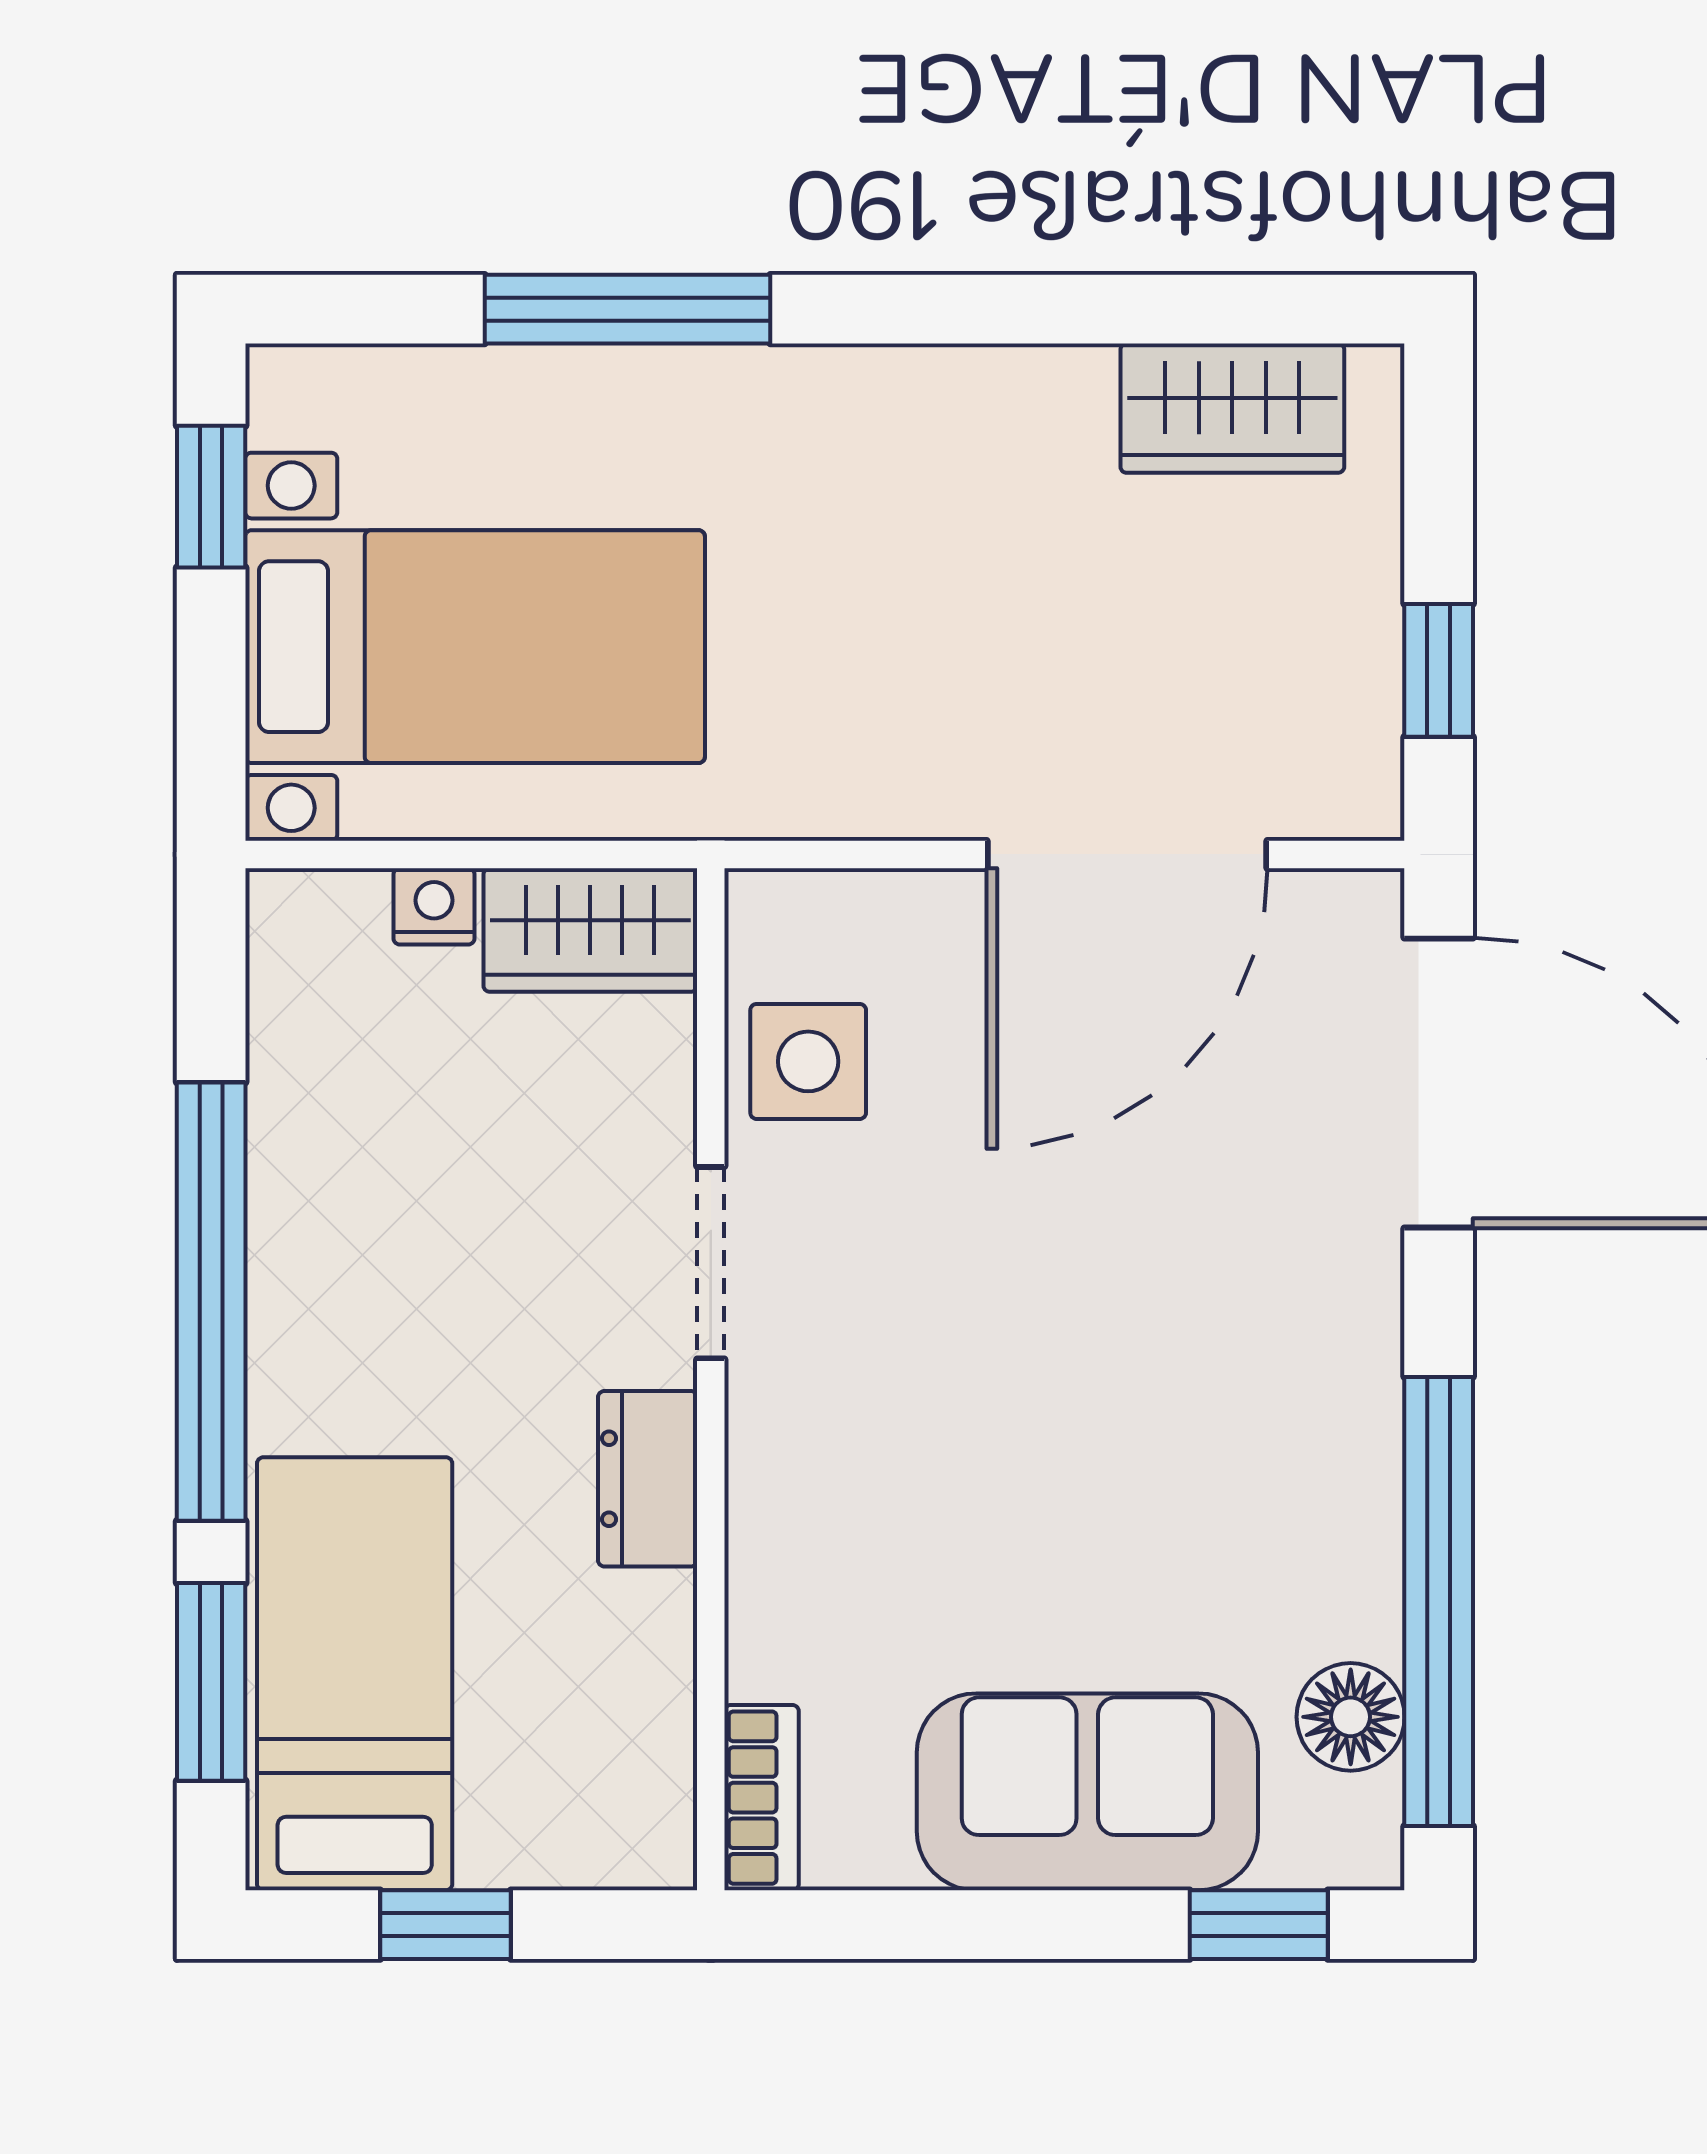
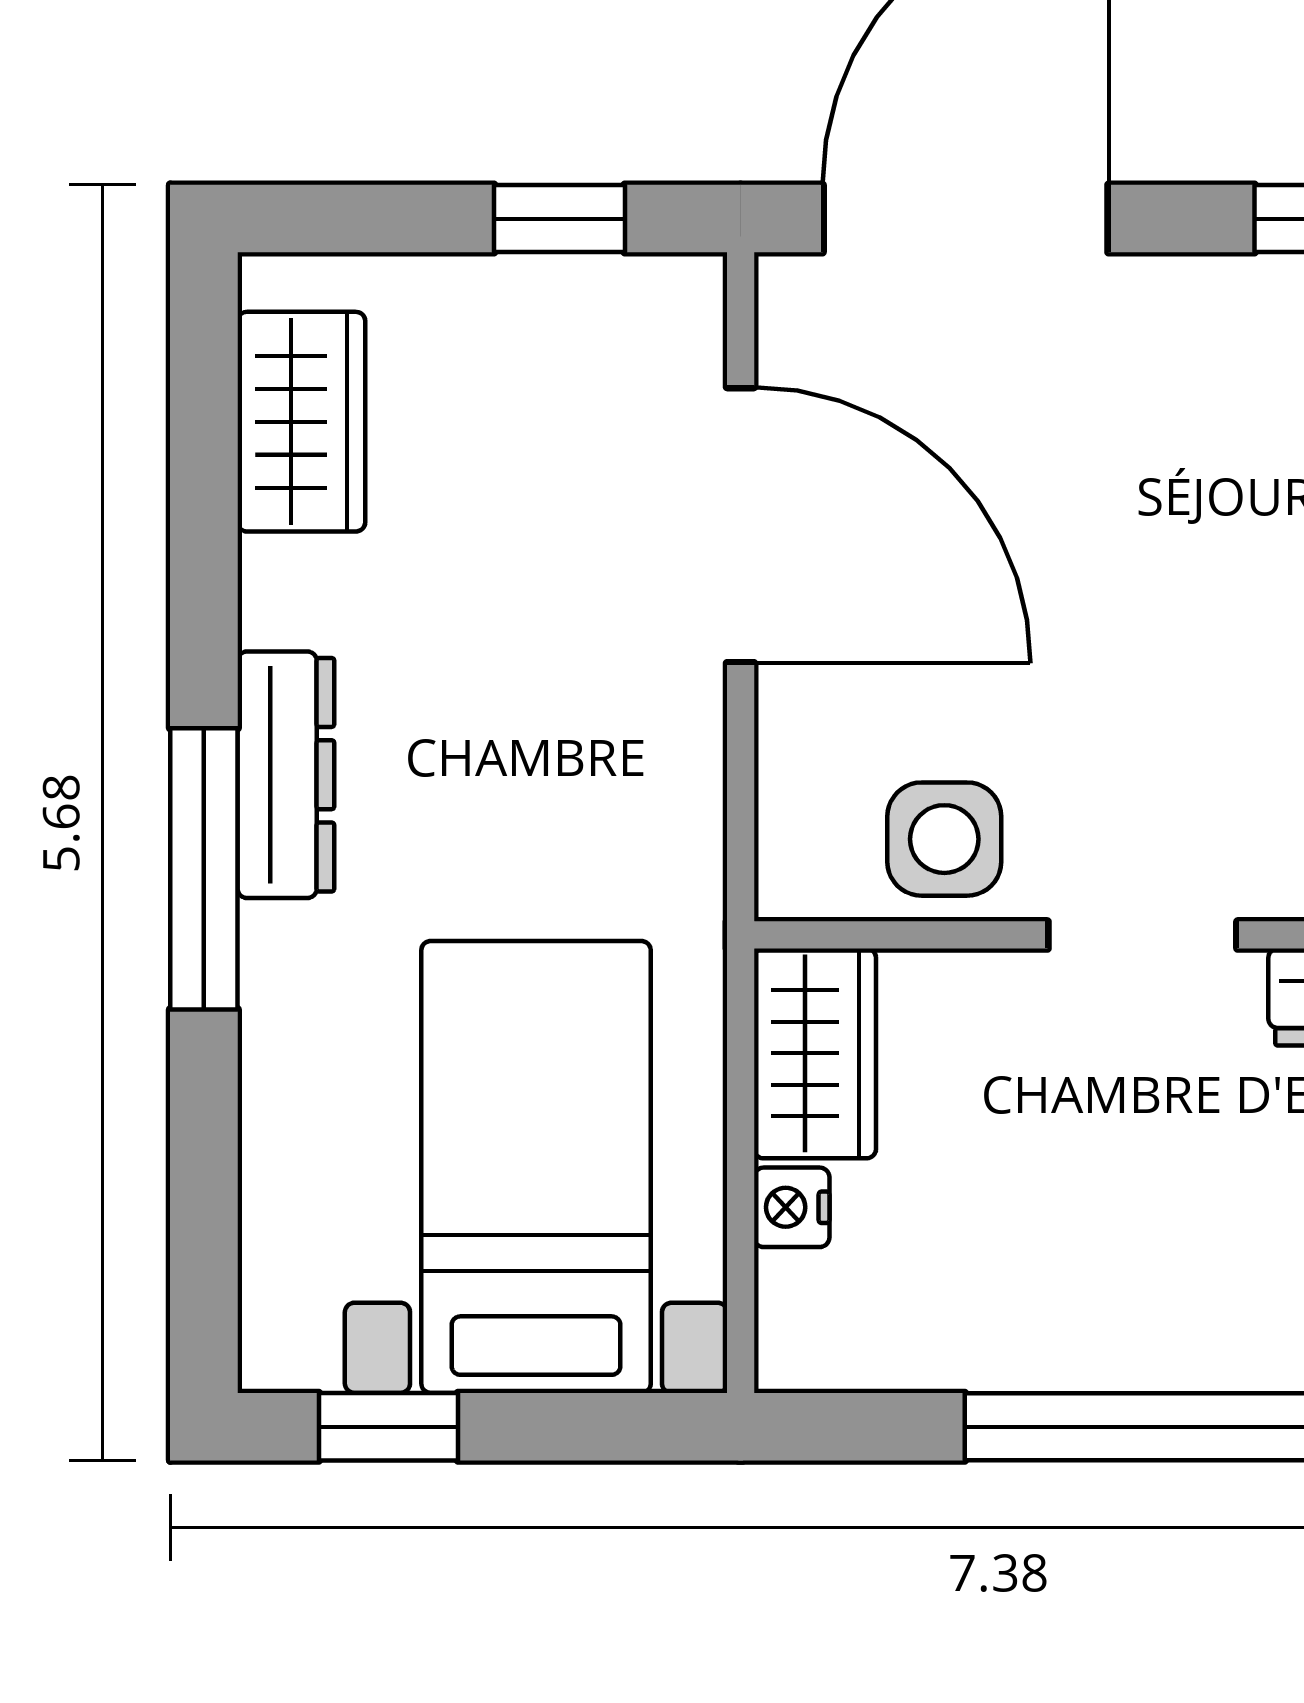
window: (627, 309) -> (204, 869), moved
dresser: (874, 392) -> (286, 775), added

